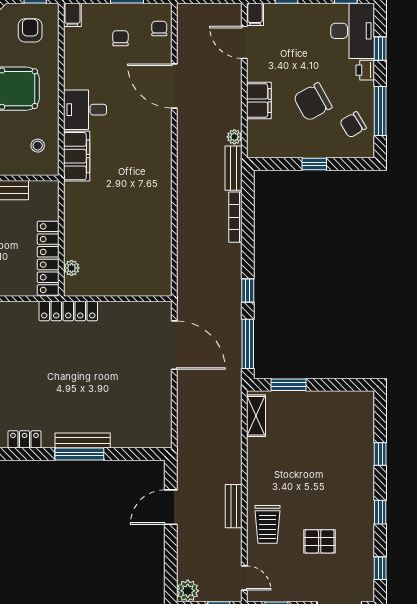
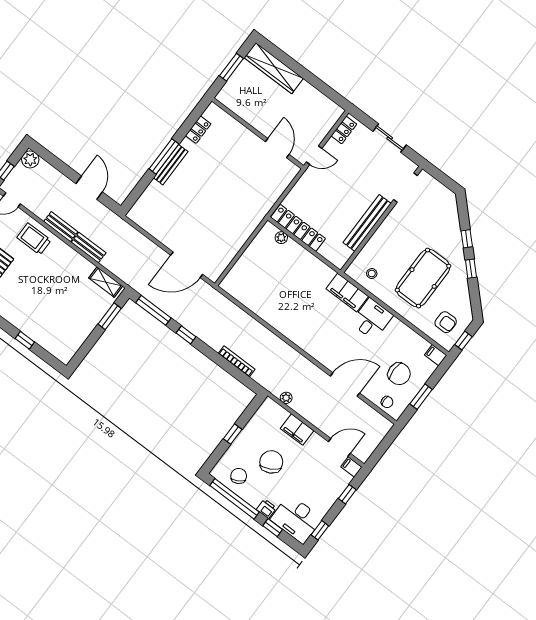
chair: (120, 38) -> (399, 374), width x1.87, depth x1.87
window: (380, 111) -> (235, 499), width x1.46
bench: (233, 168) -> (89, 248), moved
locker: (68, 311) -> (257, 216), removed

